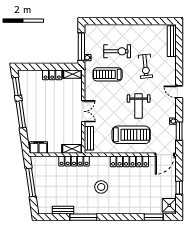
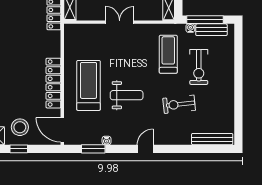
weight bench: (139, 106) -> (127, 95), turned 180
double door: (83, 111) -> (120, 22), swing flipped
treadmill: (131, 135) -> (89, 85), turned 180
bench: (89, 138) -> (211, 30), moved
stool: (101, 187) -> (20, 127), moved

